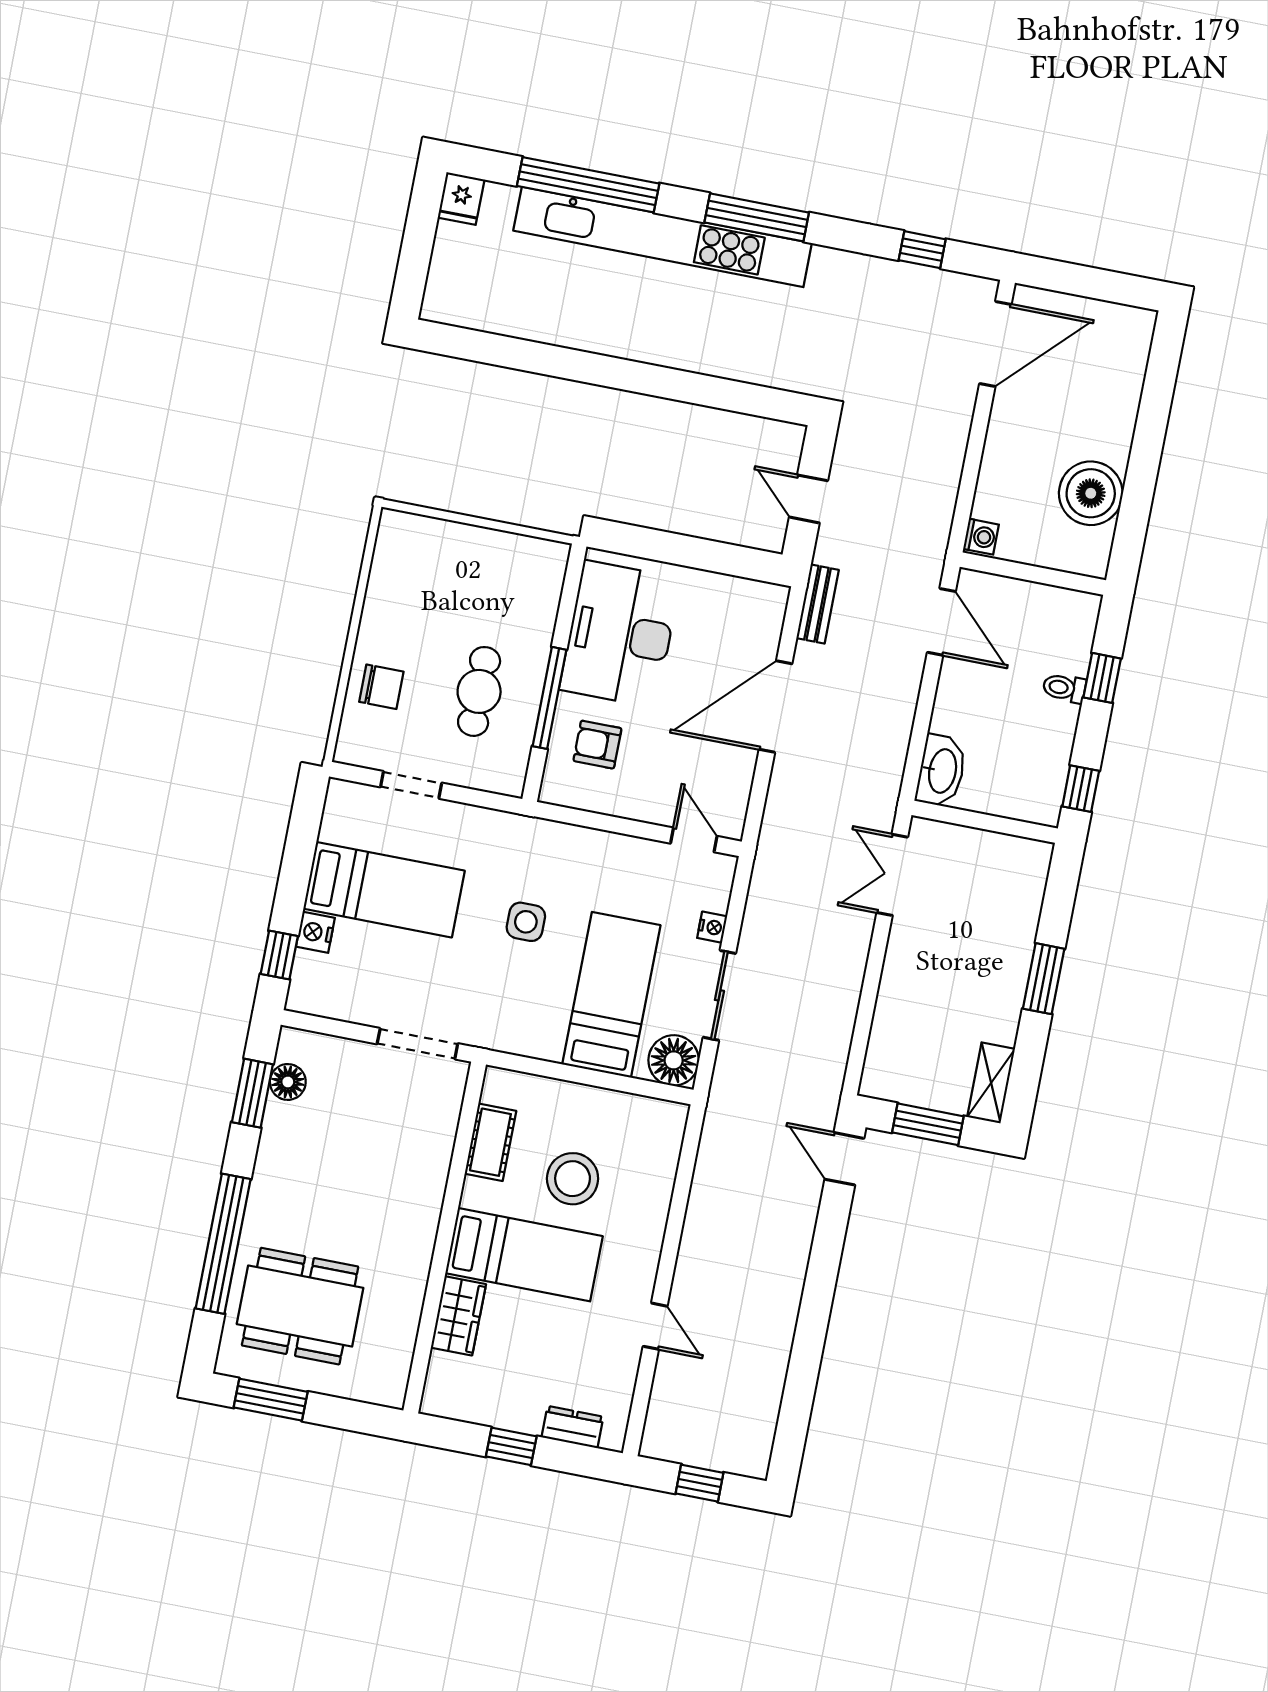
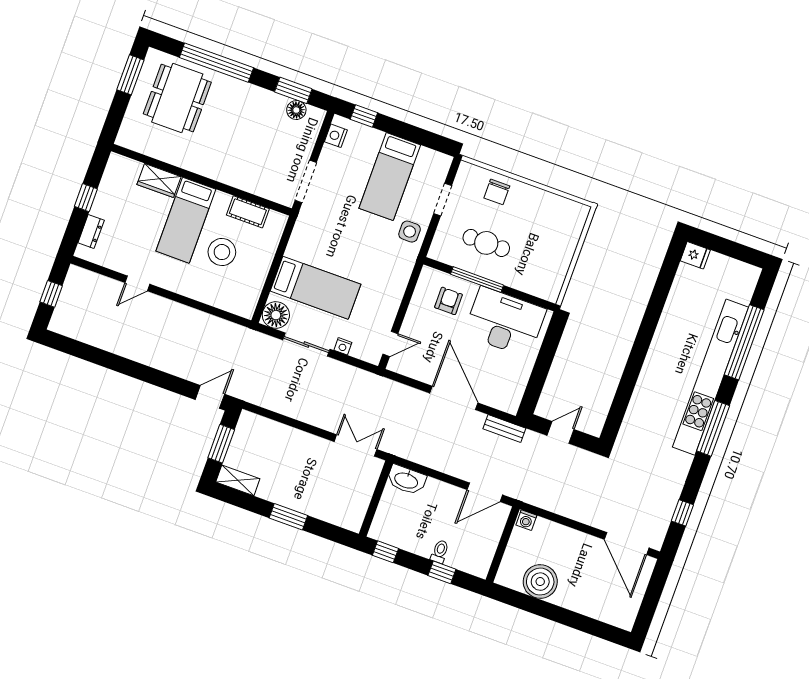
fridge: (461, 199) -> (695, 255), moved, turned 180
side table: (526, 922) -> (410, 232), moved
nightstand: (315, 932) -> (336, 136), moved, turned -90

